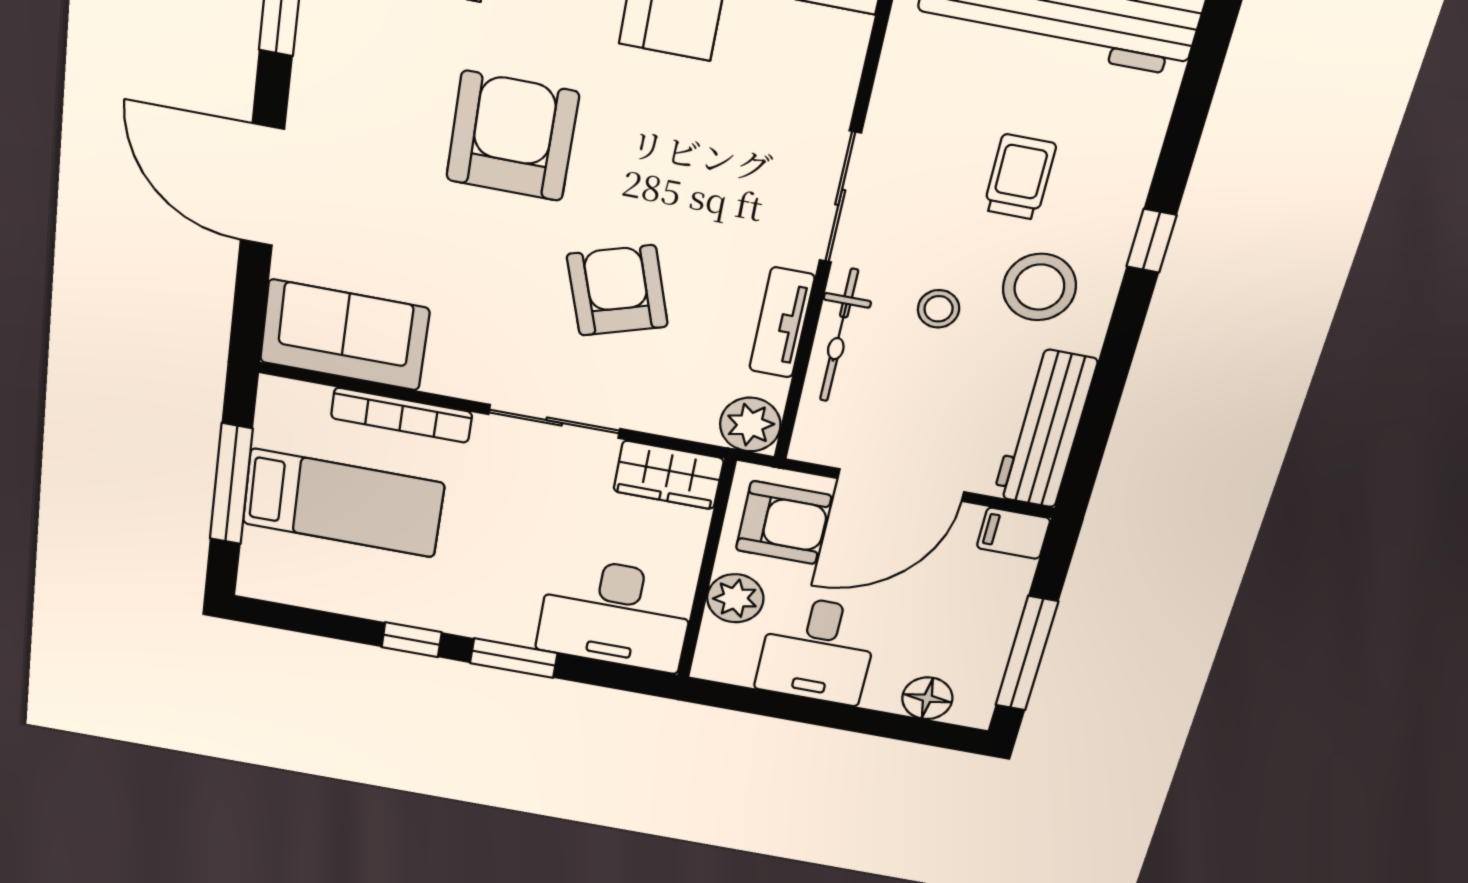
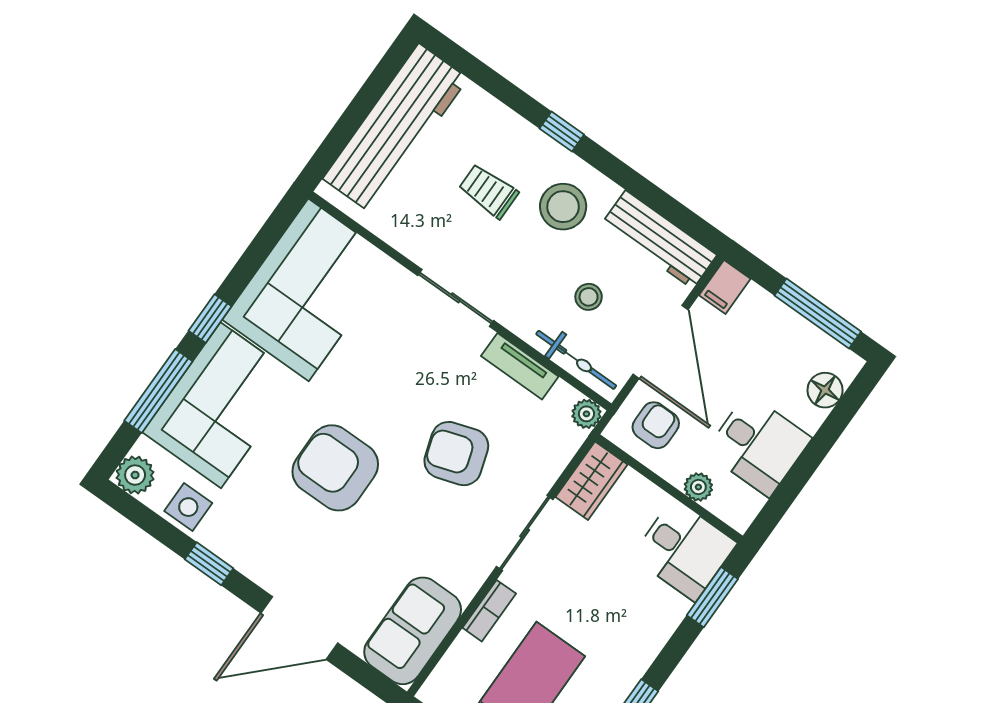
stool: (939, 309) -> (589, 297), moved
bicycle: (839, 335) -> (576, 360), moved
bookcase: (402, 415) -> (489, 611), width x0.64
plant: (750, 425) -> (586, 414), width x0.73, depth x0.73
armchair: (783, 523) -> (656, 425), width x0.72, depth x0.72
plant: (735, 598) -> (698, 487), width x0.73, depth x0.73
desk: (616, 614) -> (684, 550), width x0.73
window: (514, 658) -> (712, 597), moved

